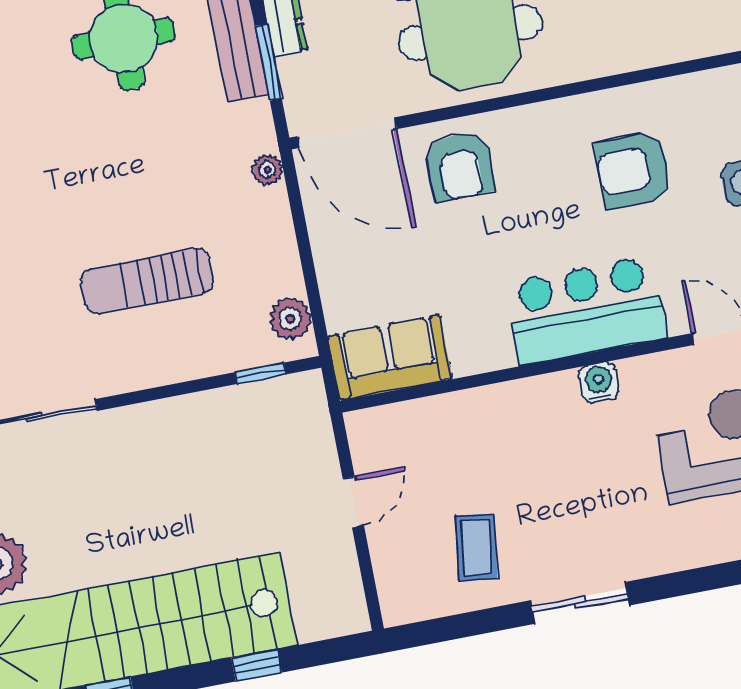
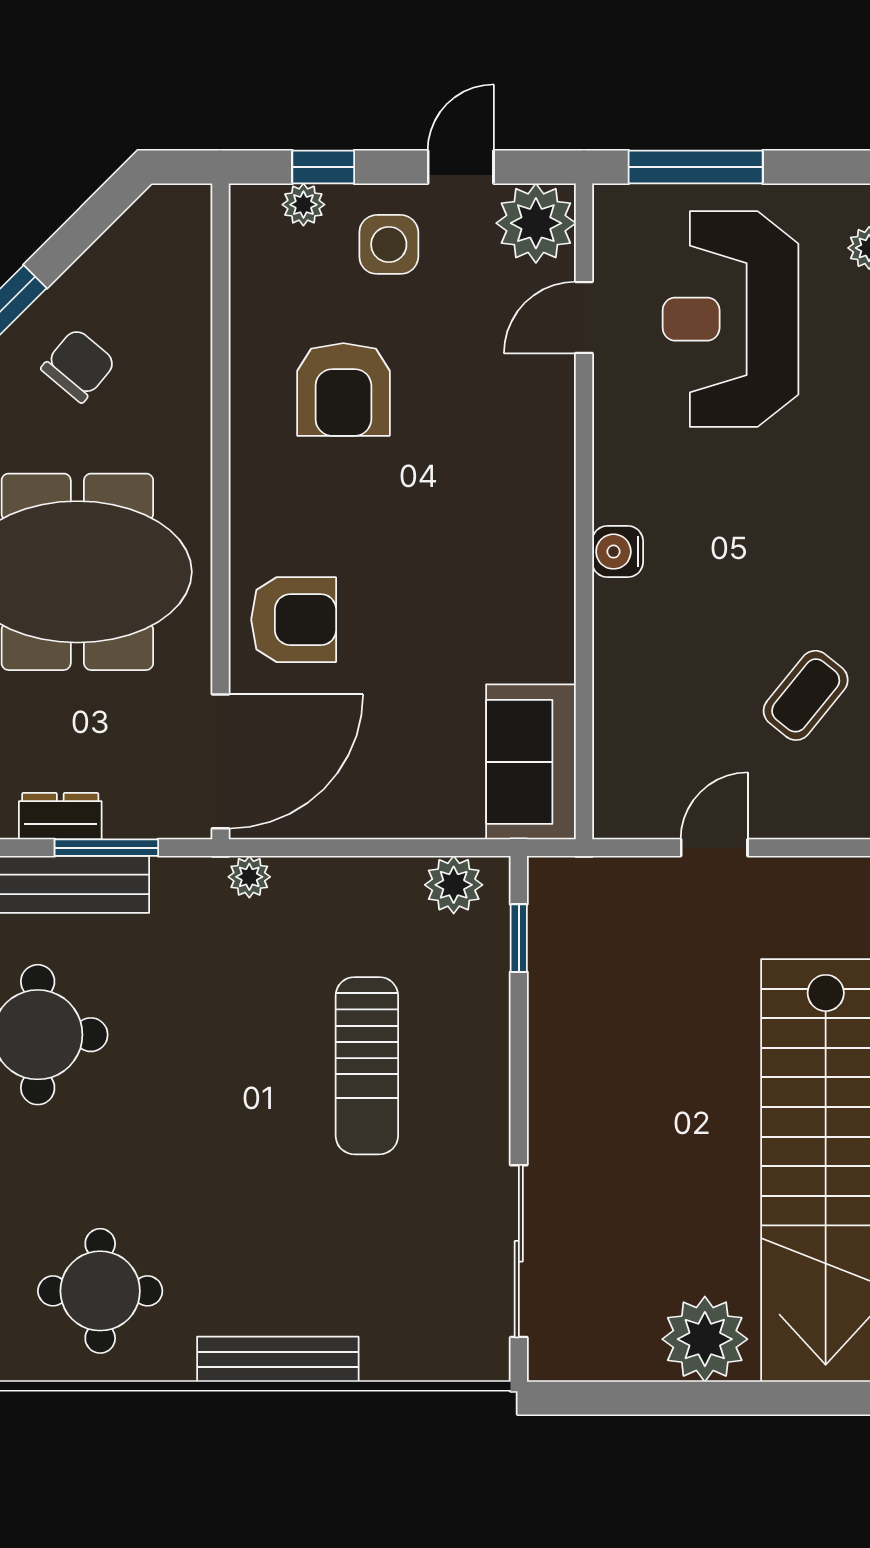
bar counter: (586, 310) -> (519, 488), removed
water cooler: (599, 382) -> (618, 552), moved
door: (353, 502) -> (714, 848), hinge flipped
coffee table: (476, 547) -> (806, 695), turned -59

